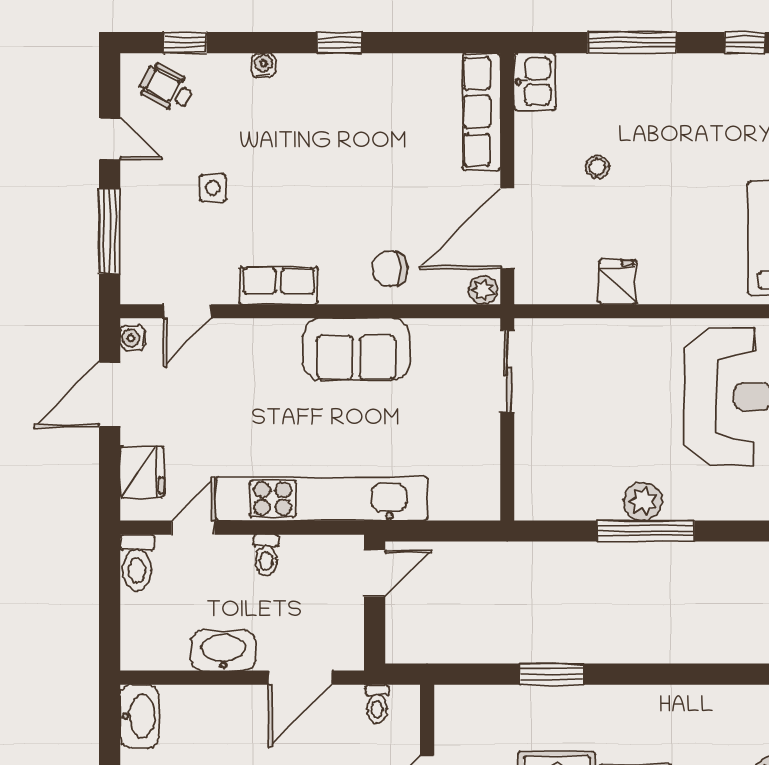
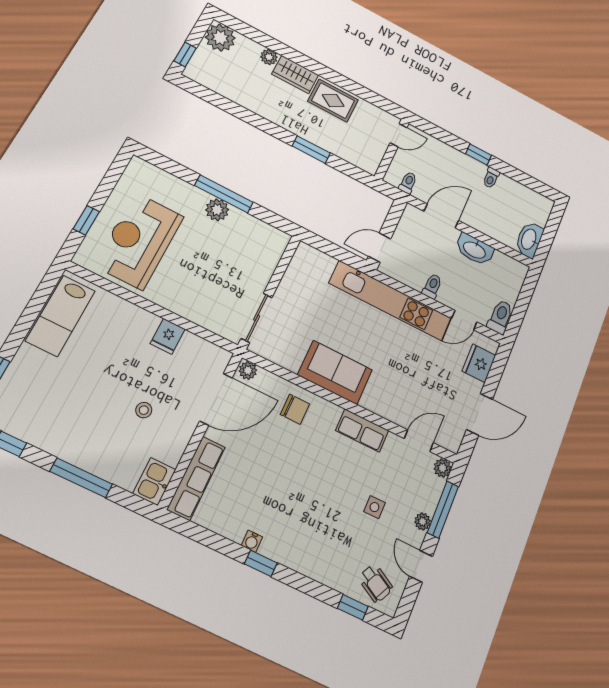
water cooler: (264, 65) -> (252, 541), moved
plant: (133, 200) -> (423, 522), added
plant: (135, 289) -> (442, 468), added
water cooler: (133, 338) -> (455, 440), removed

